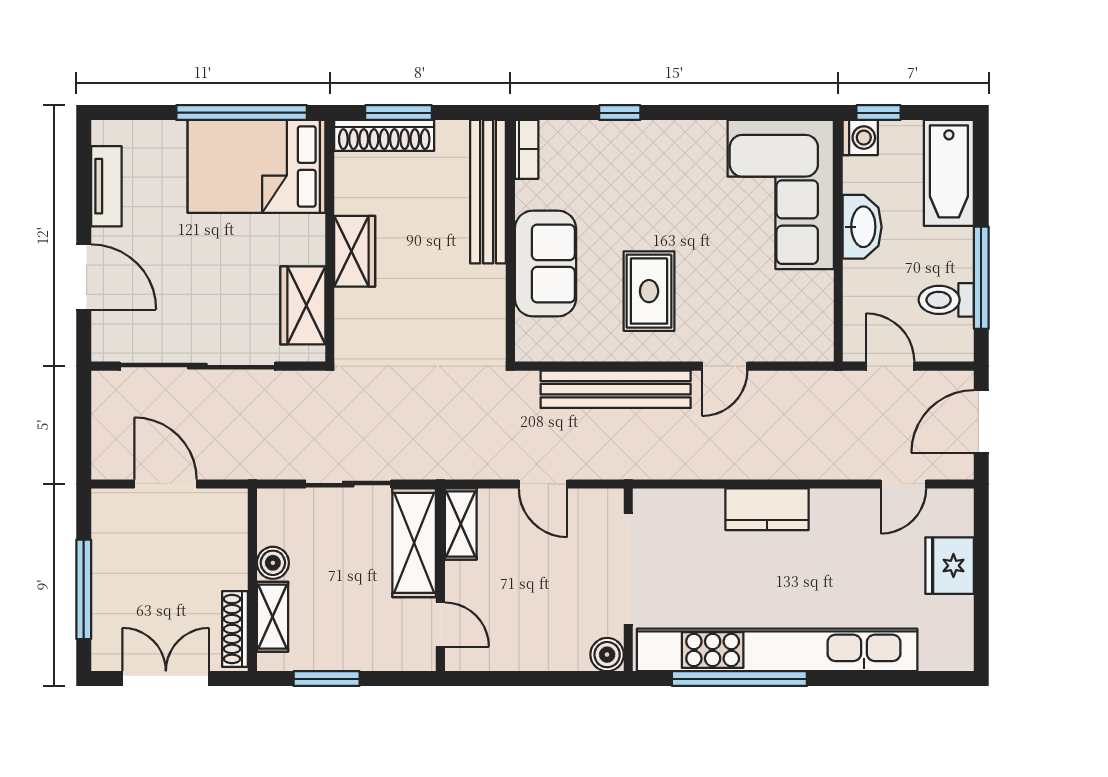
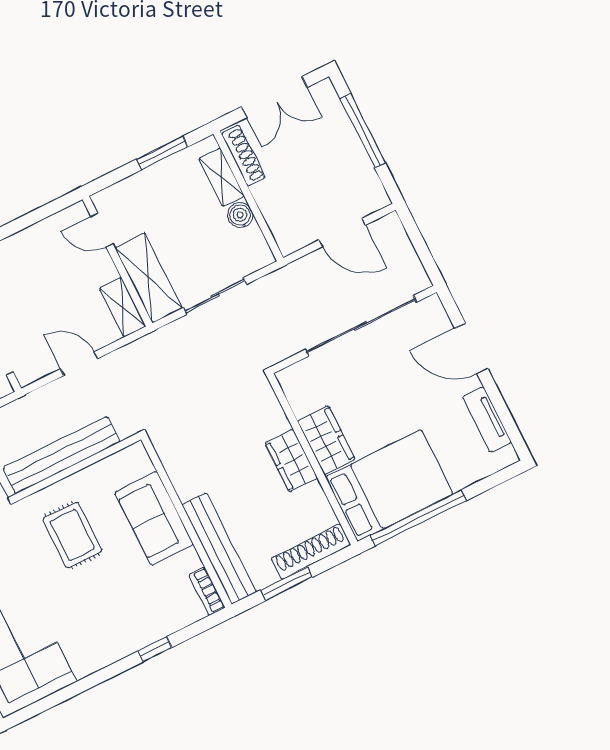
window: (398, 113) -> (286, 584), moved
wardrobe: (303, 305) -> (326, 440), moved

